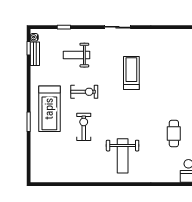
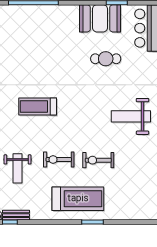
exercise bike: (84, 92) -> (59, 159), turned -90
weight bench: (123, 156) -> (131, 116), turned 180

